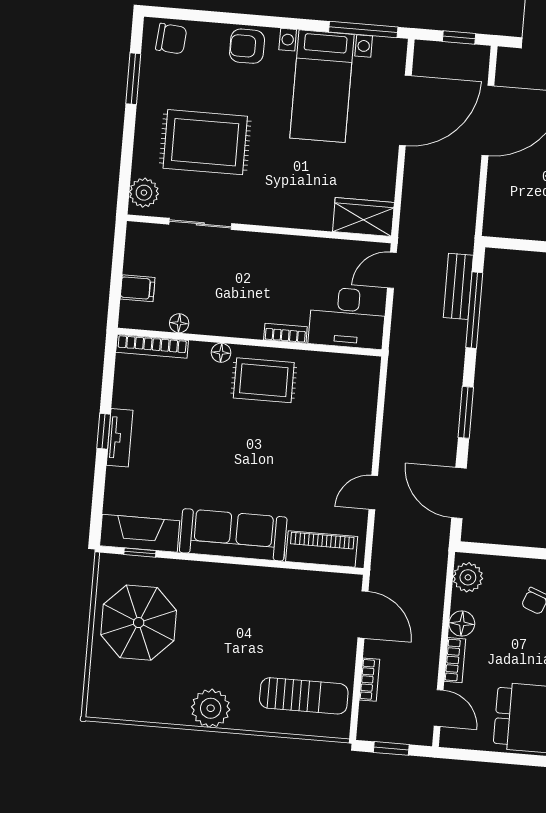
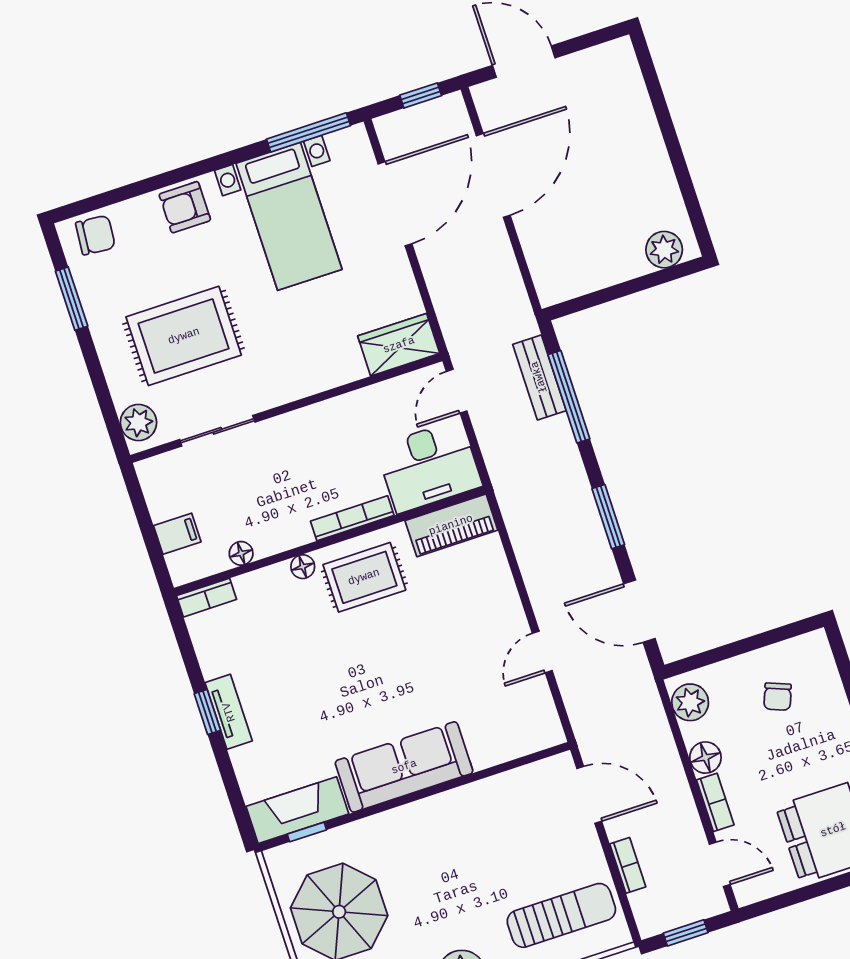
bookcase: (285, 333) -> (352, 518), width x1.56
bookcase: (152, 346) -> (207, 598), width x0.64
piano: (322, 549) -> (451, 525), moved, turned 180

